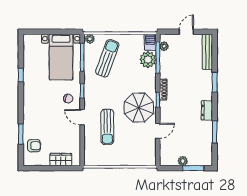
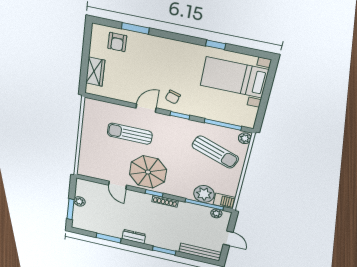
bed with nightstands: (61, 57) -> (234, 77), moved

